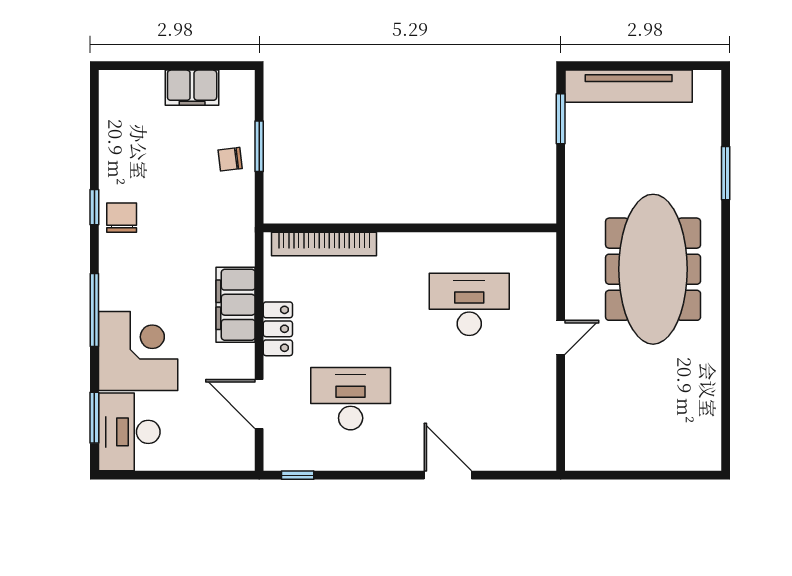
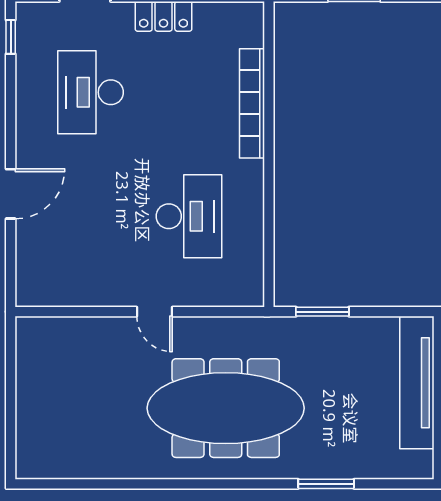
window: (561, 119) -> (322, 312), moved
bookcase: (324, 244) -> (252, 103), moved
desk: (351, 399) -> (91, 92), turned 180

